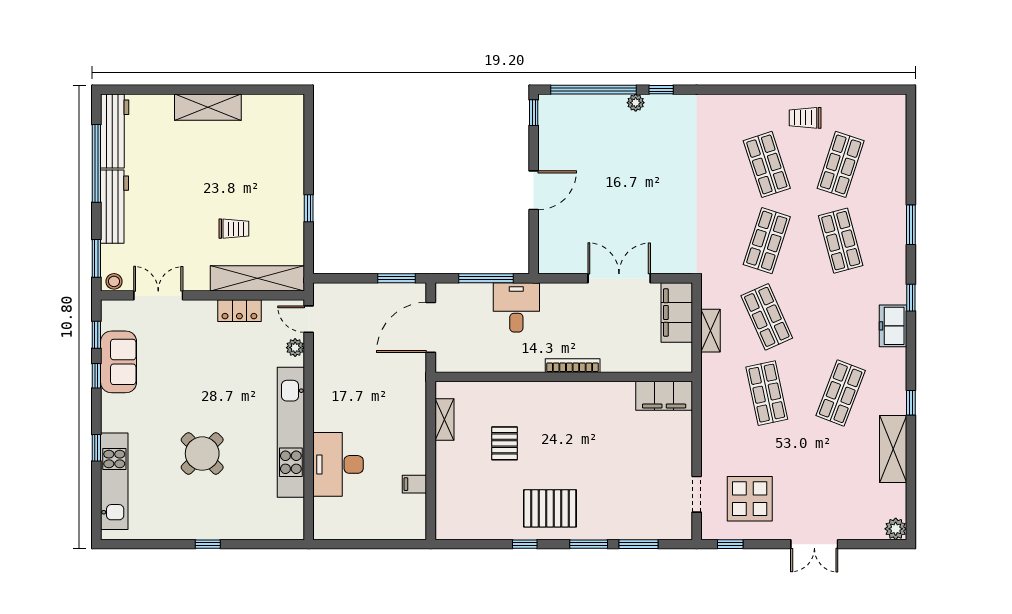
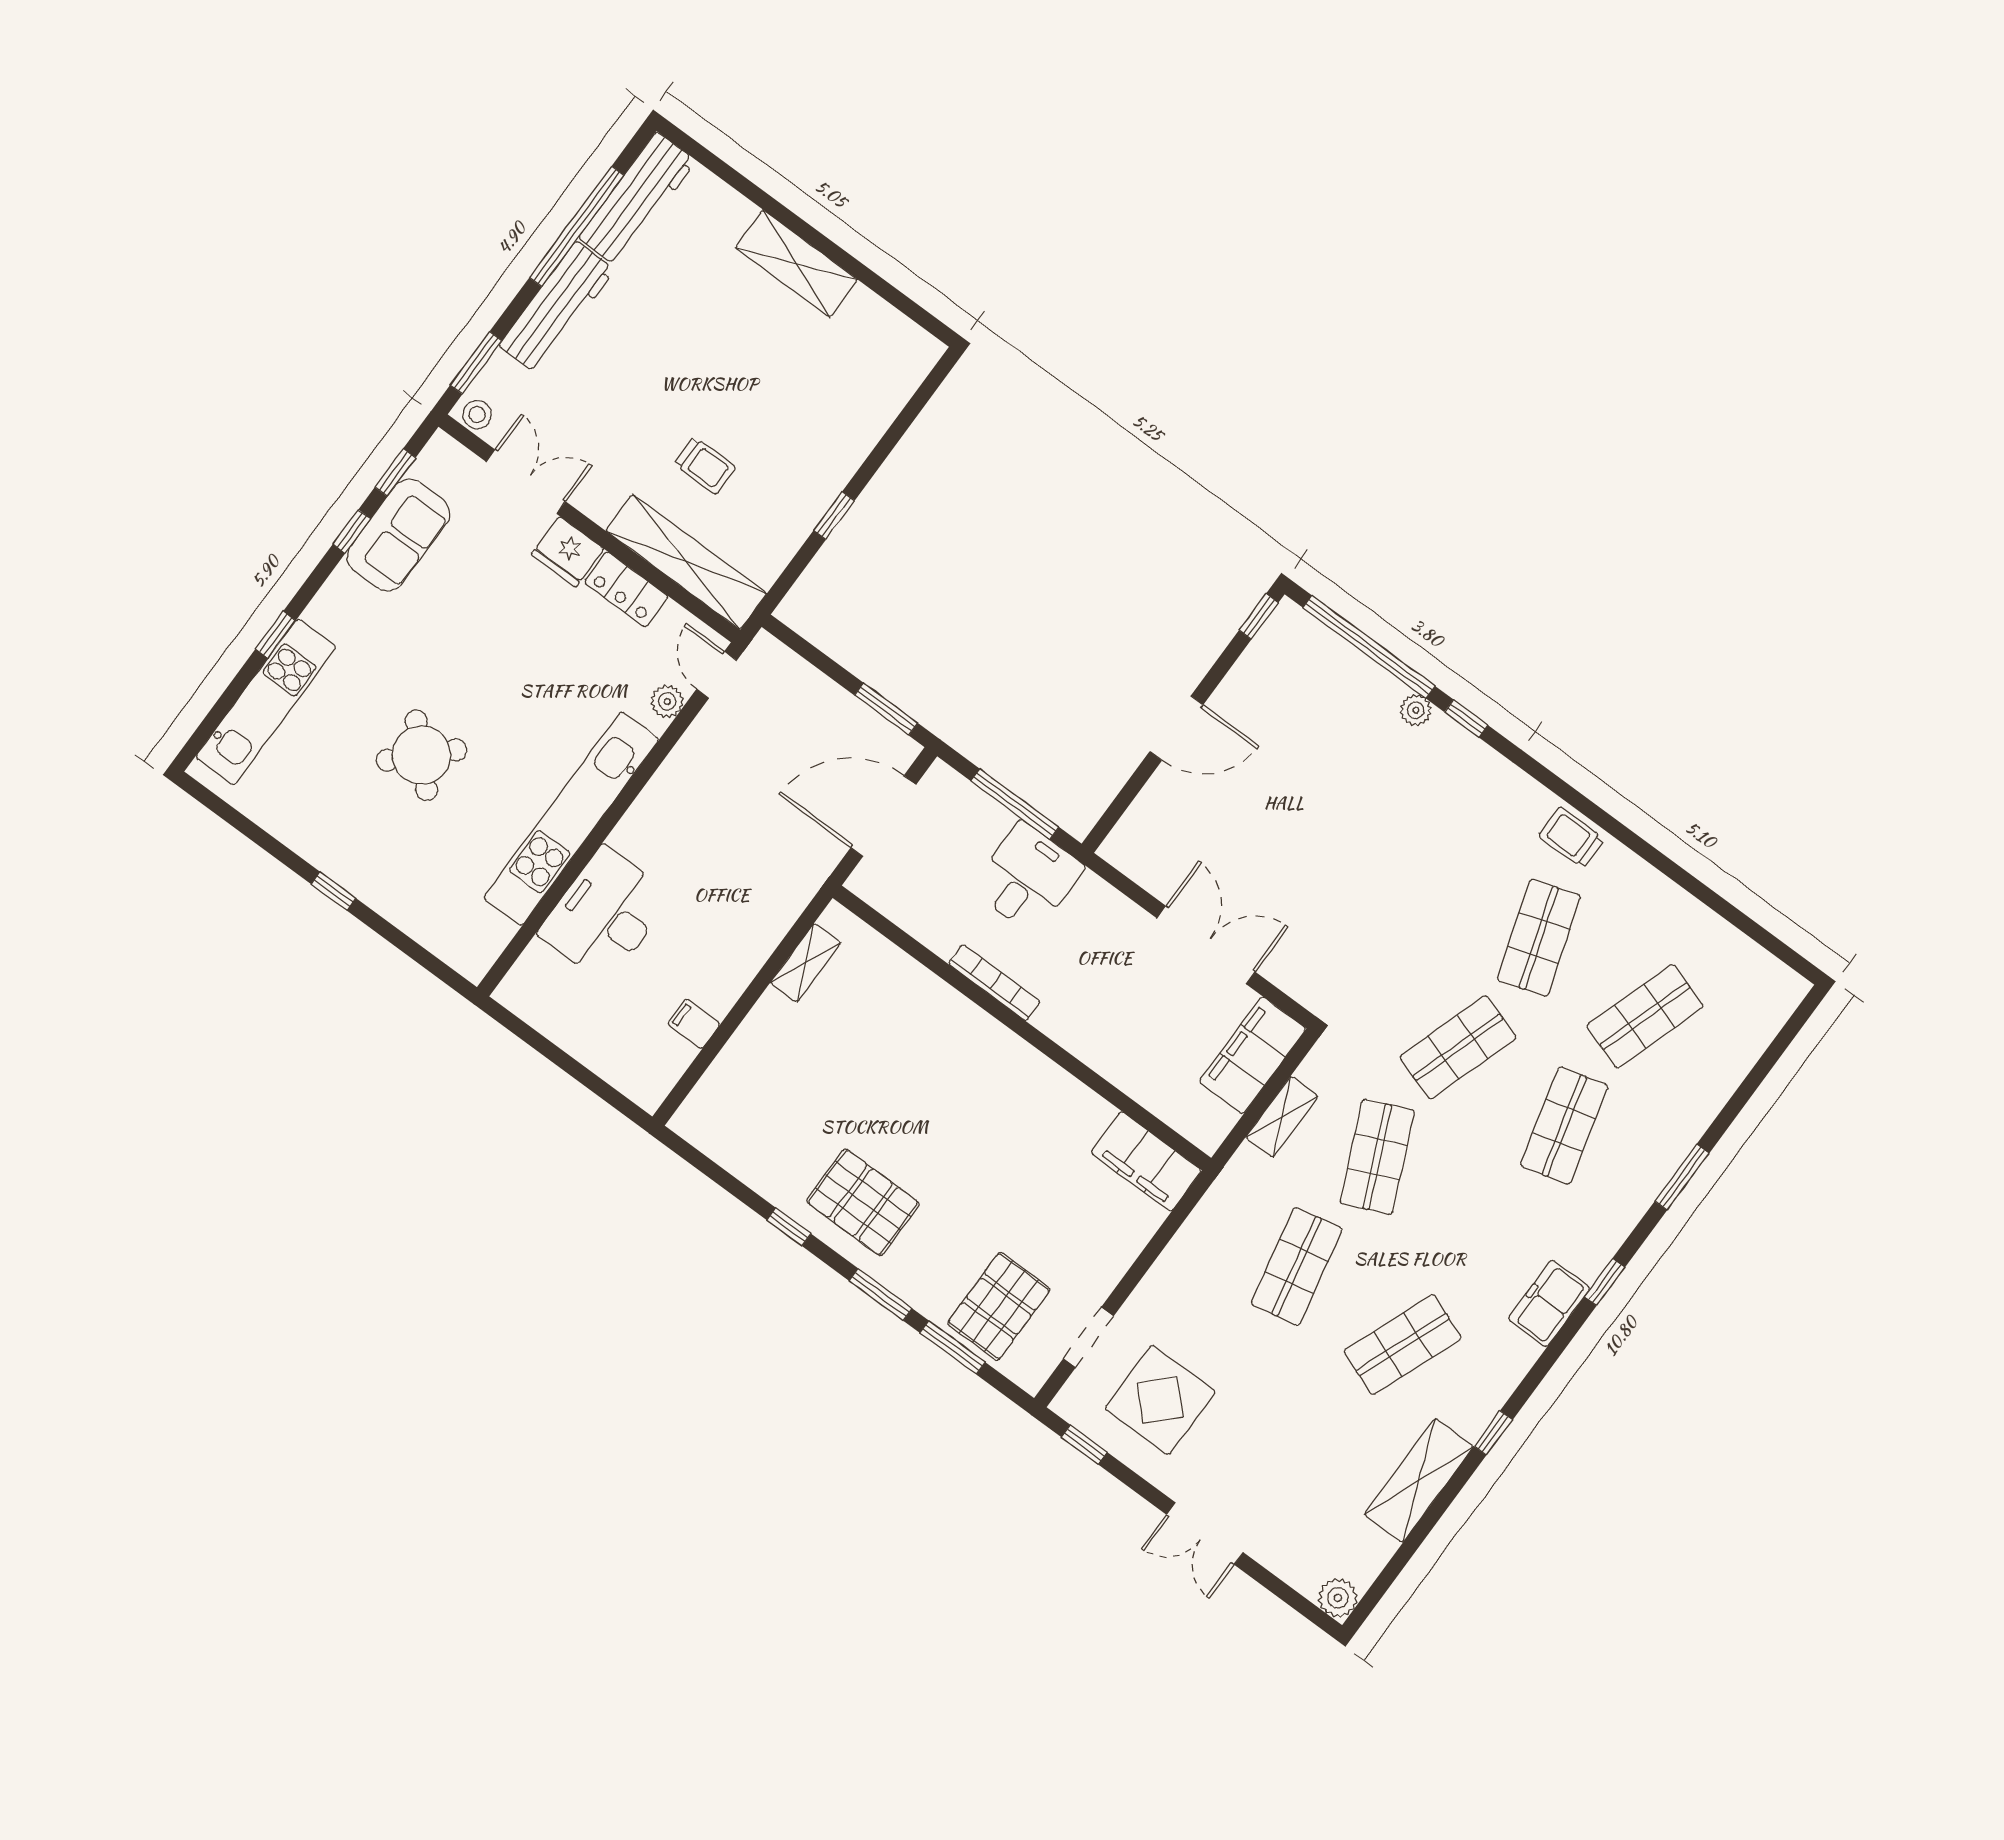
trolley: (805, 118) -> (1572, 838), moved
fridge: (200, 313) -> (568, 552), added
bookcase: (573, 366) -> (994, 983), moved
pallet: (505, 443) -> (999, 1306), moved, width x1.50, depth x1.42

